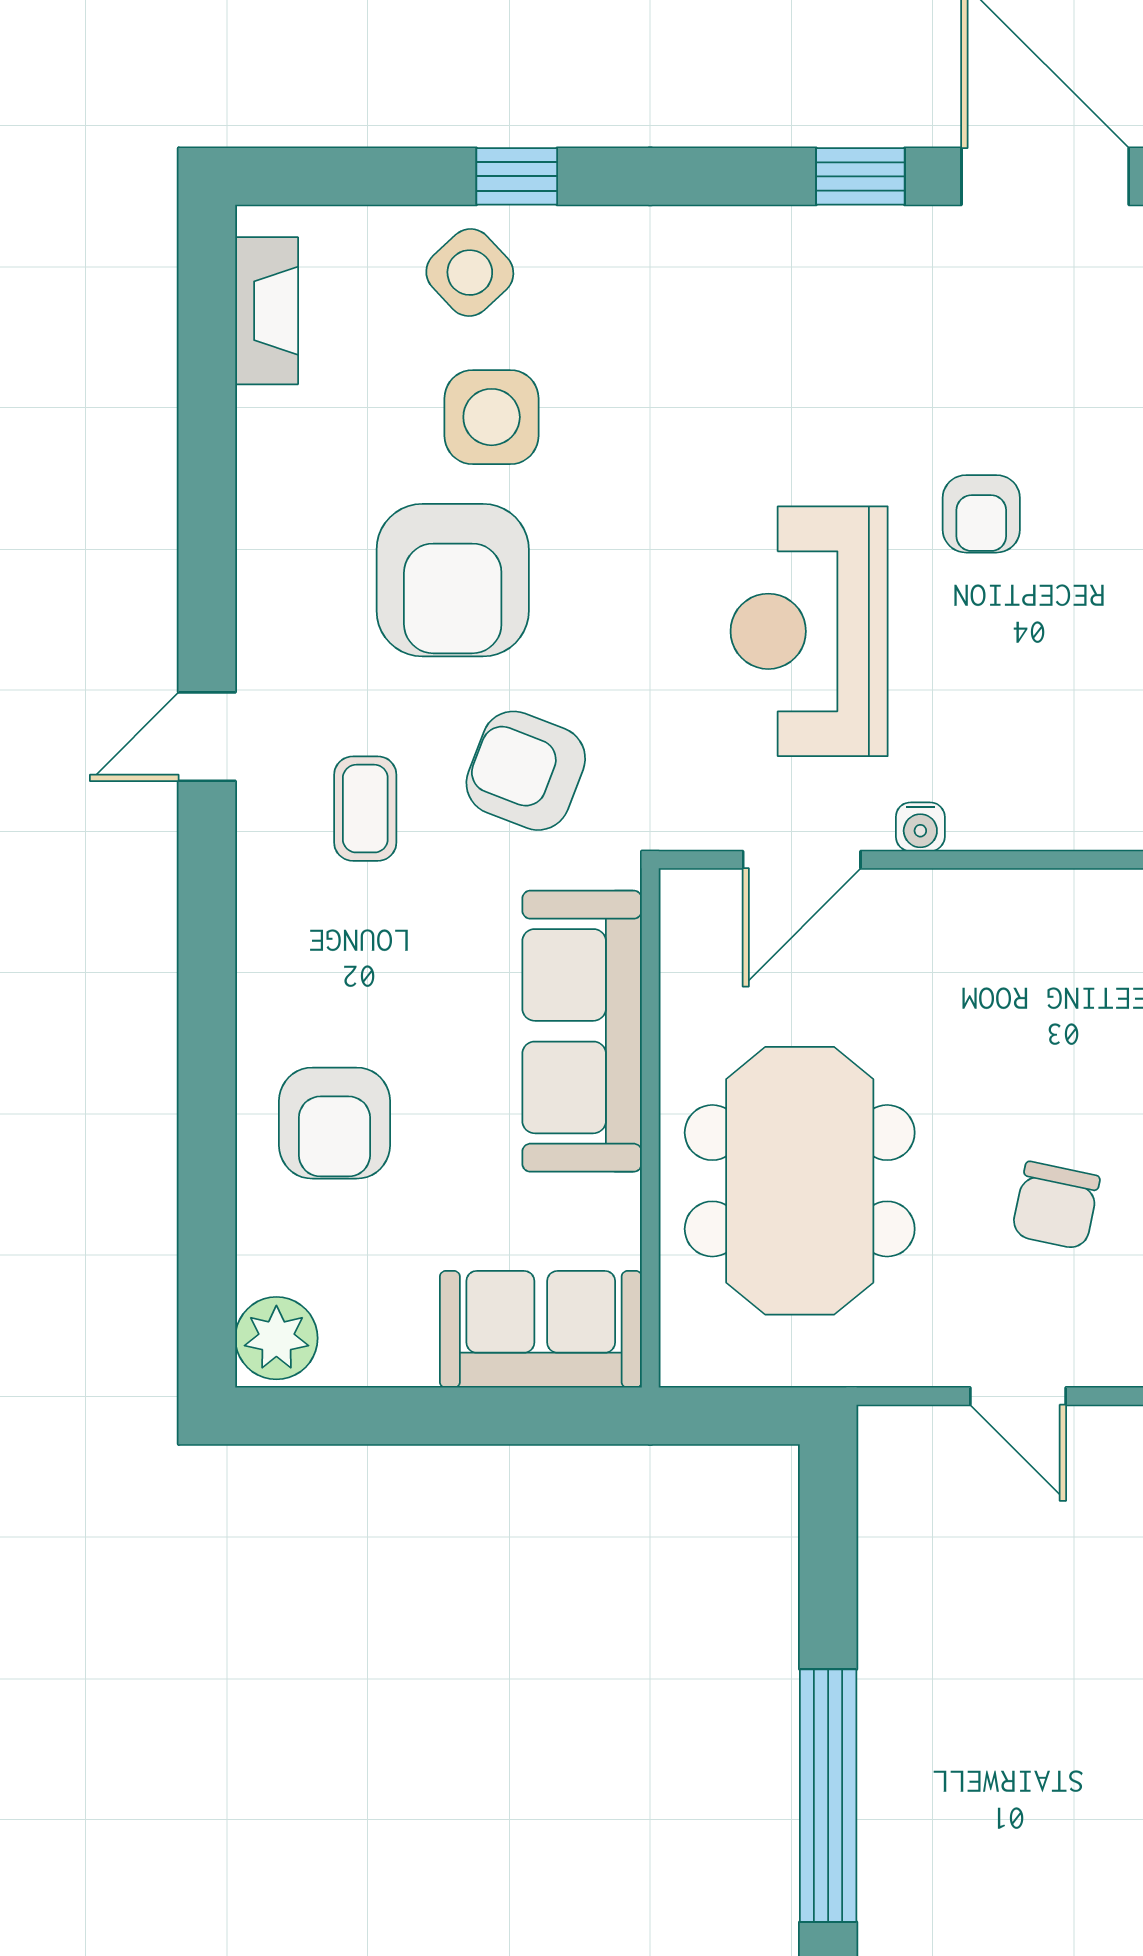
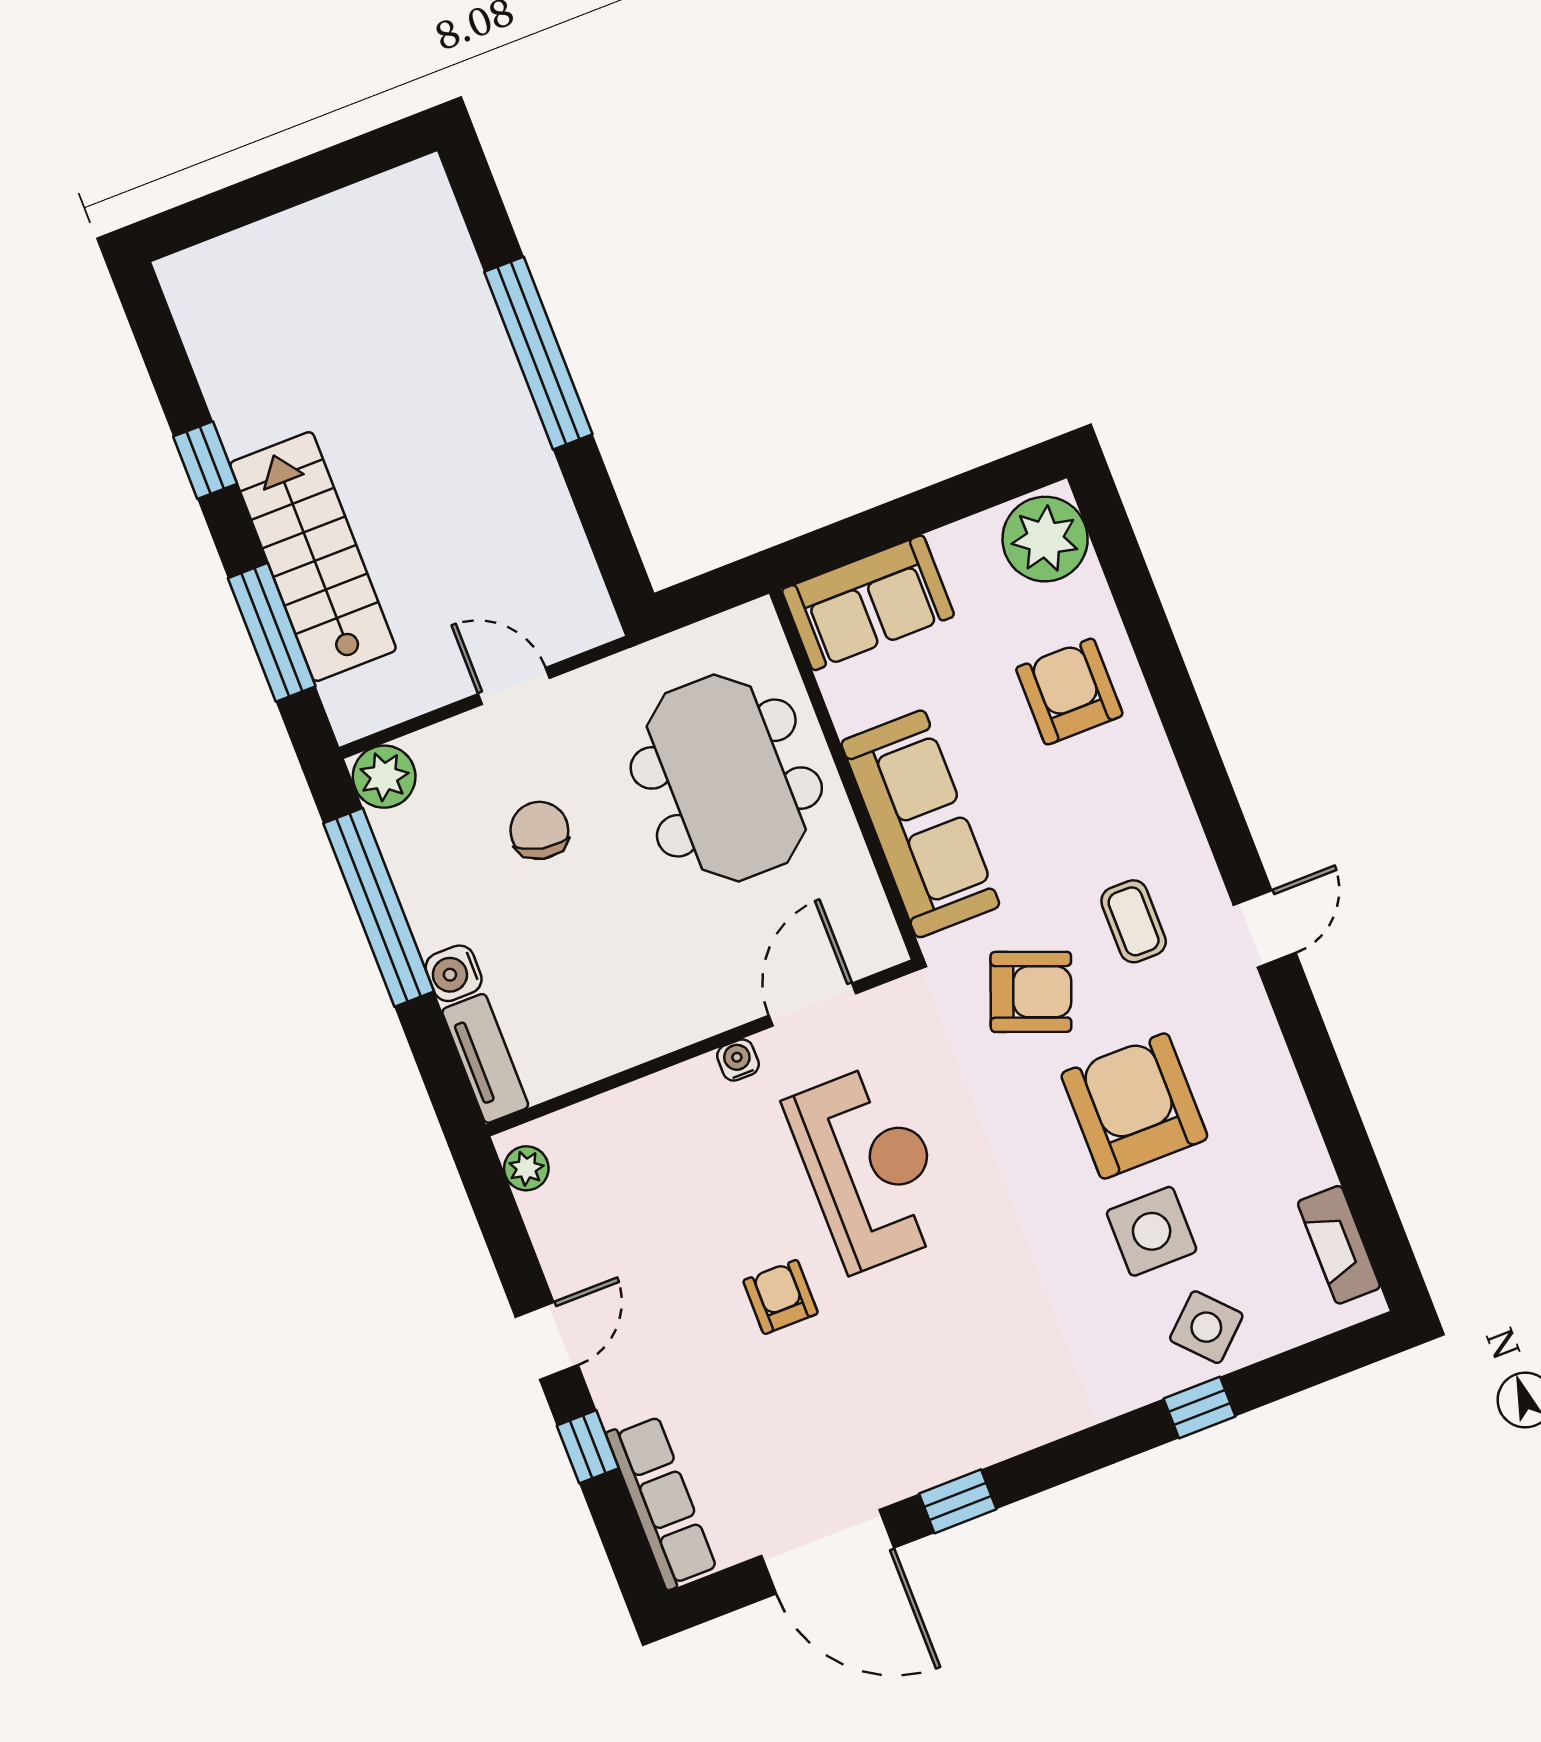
plant: (276, 1338) -> (1045, 539), width x1.36, depth x1.36

